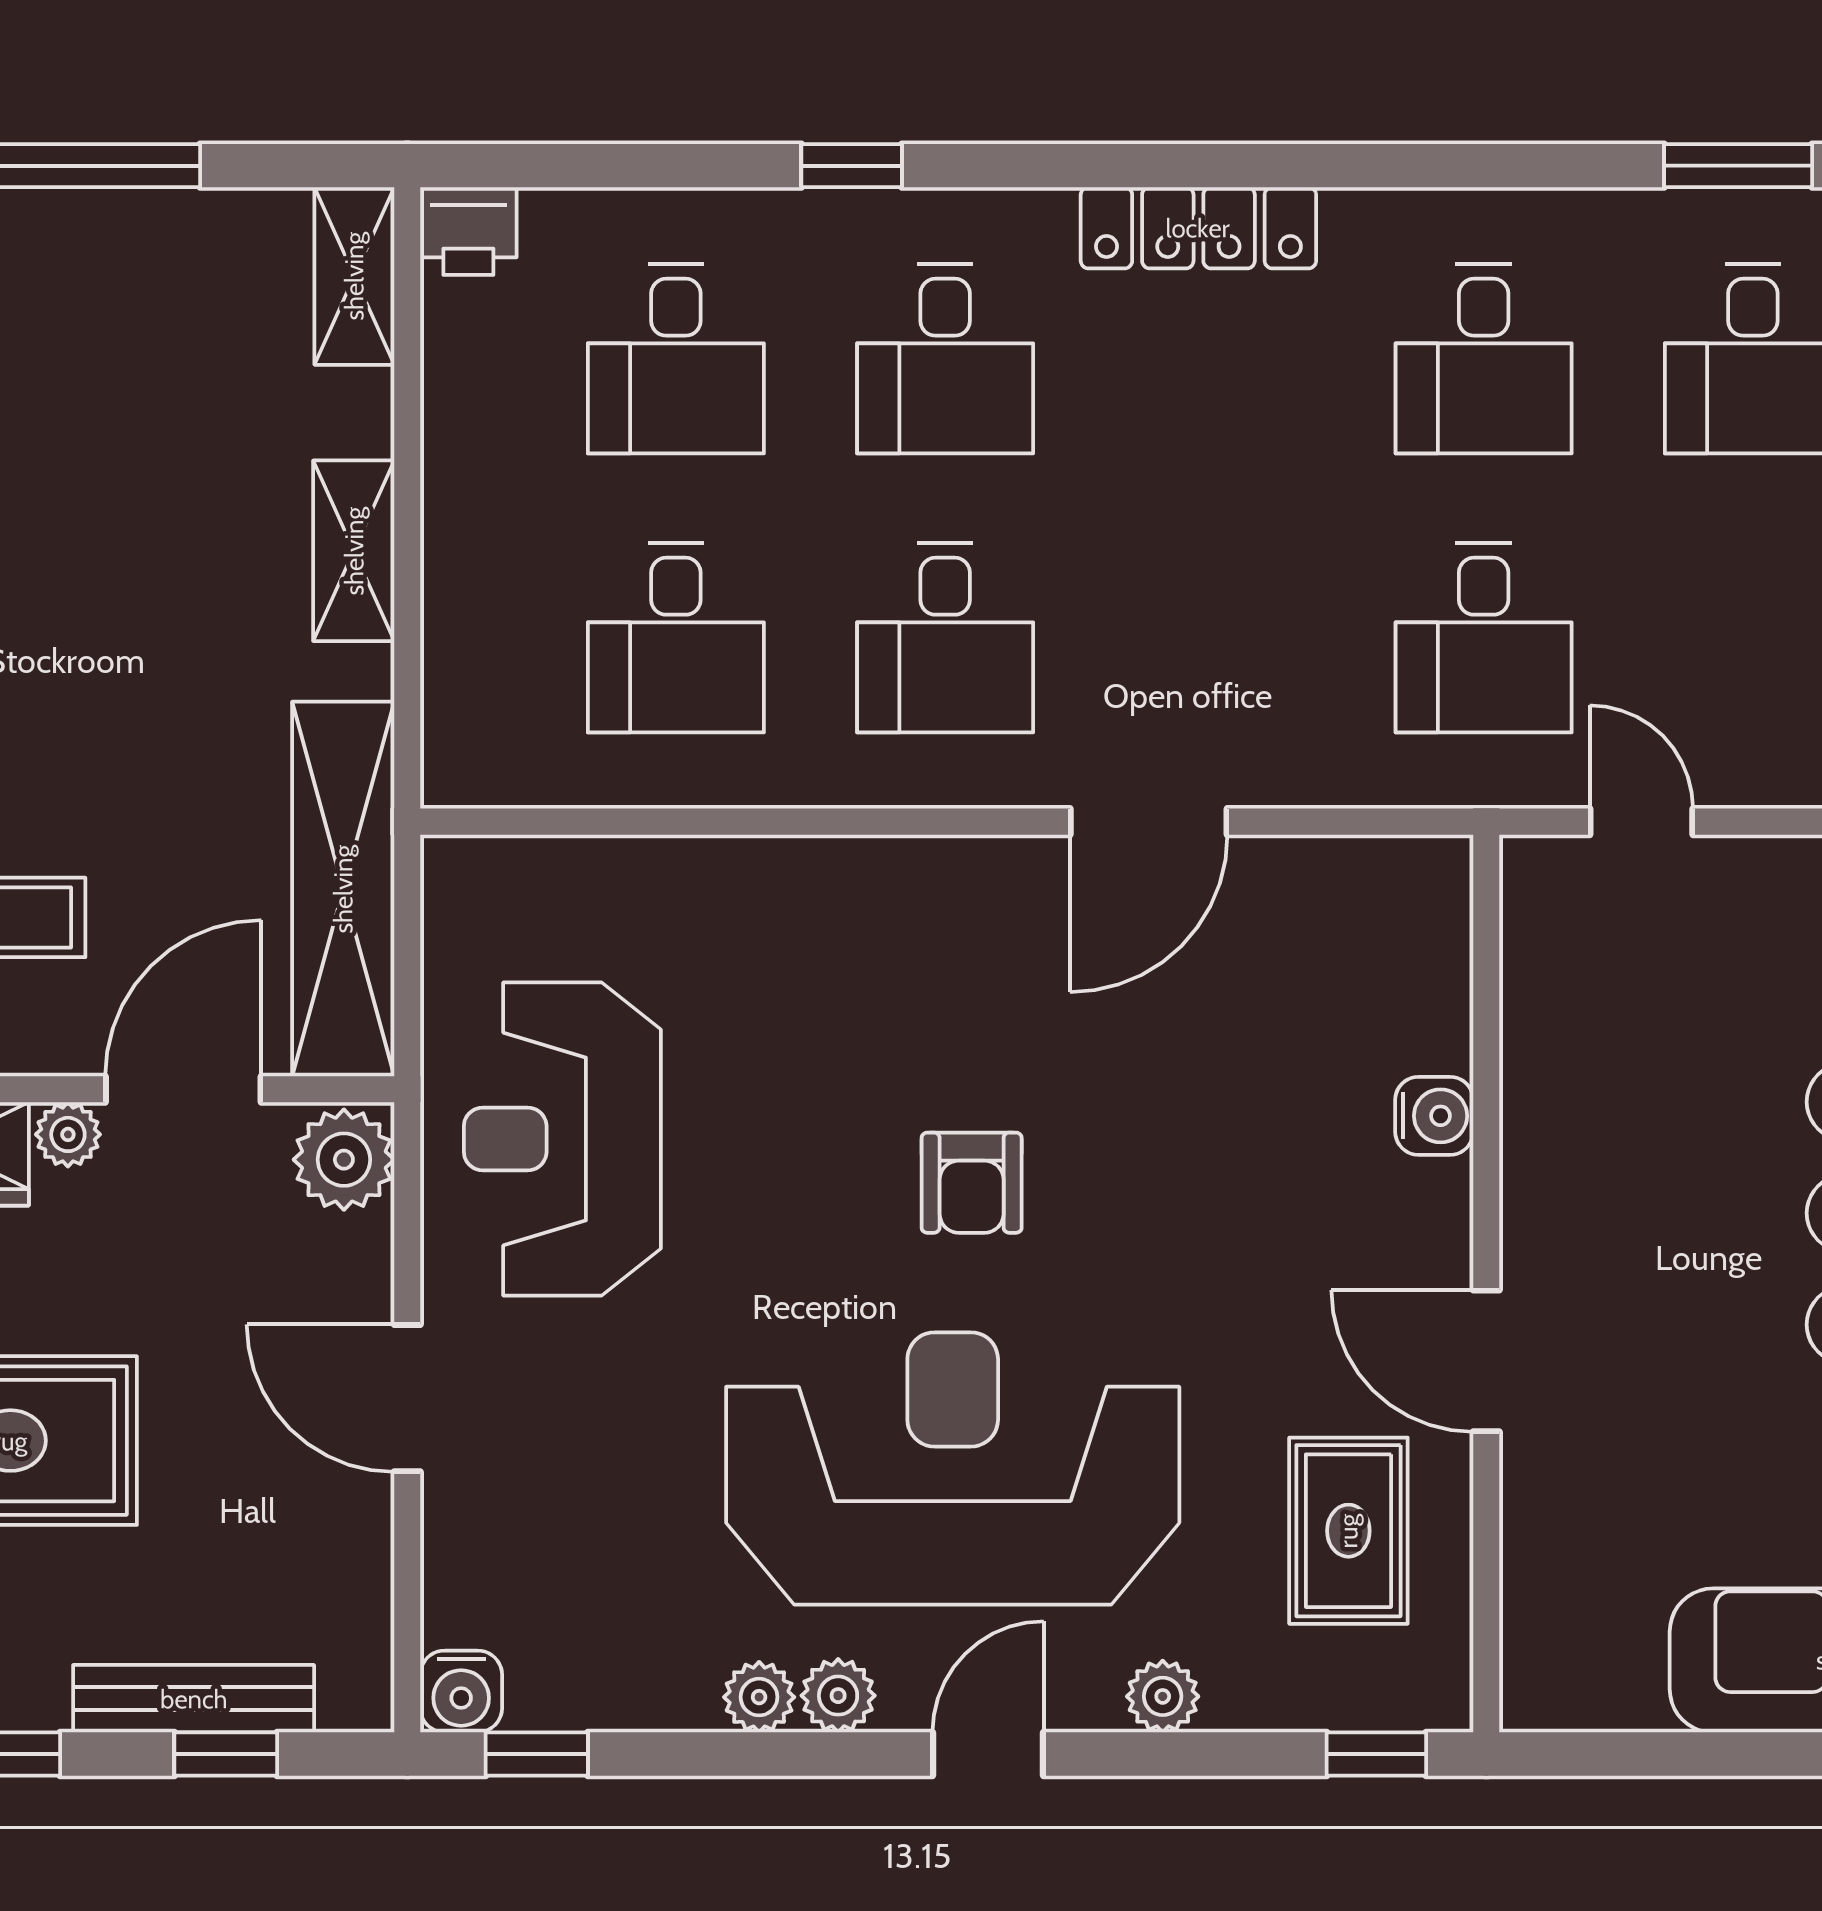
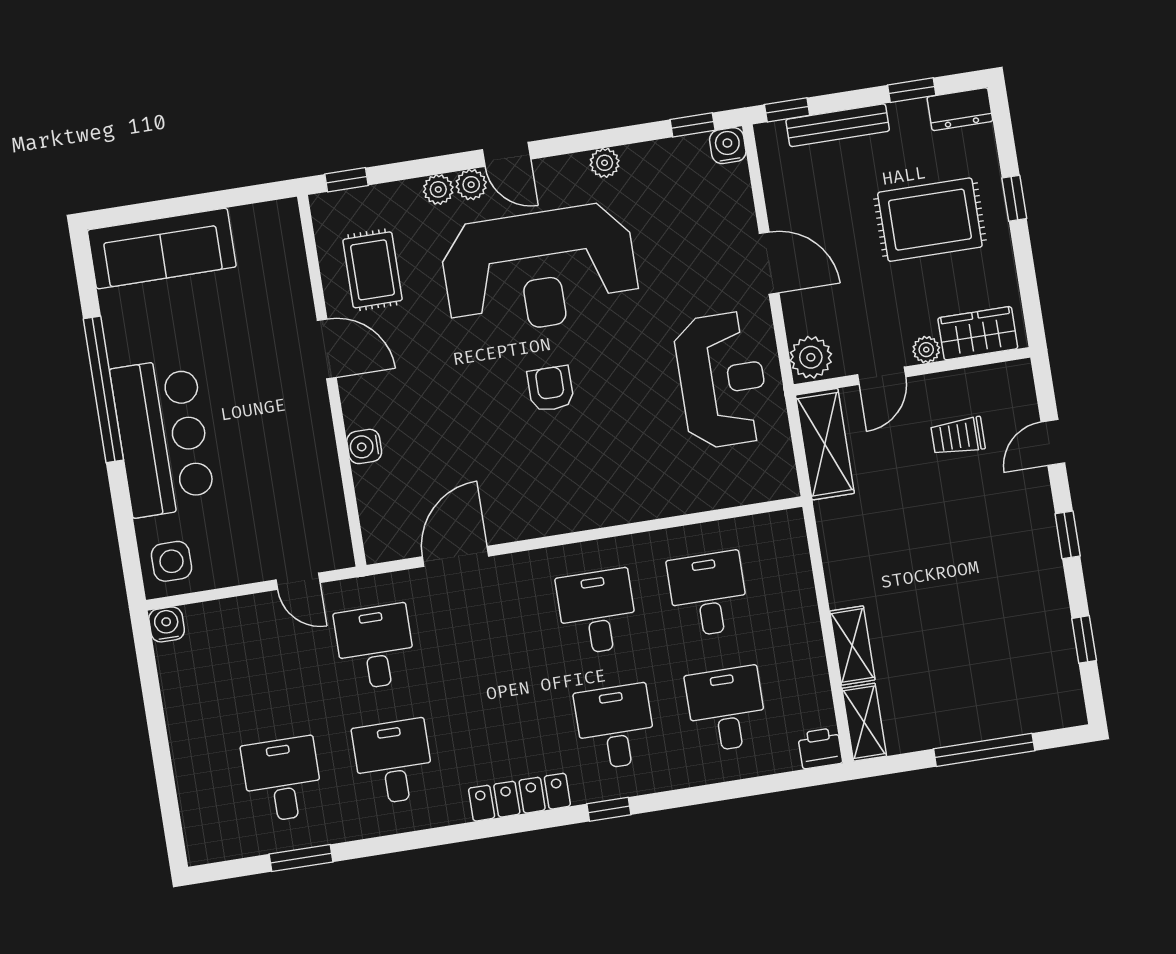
window: (852, 166) -> (609, 809), moved
shelving: (354, 551) -> (852, 645), moved
door: (1149, 822) -> (456, 556), moved
shelving: (343, 889) -> (825, 444), width x0.68
door: (183, 1089) -> (882, 376), width x0.73
plant: (838, 1696) -> (471, 185), moved
window: (226, 1754) -> (787, 110), moved
door: (988, 1754) -> (506, 154), hinge flipped

